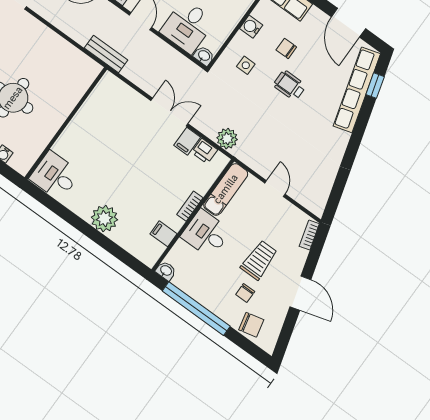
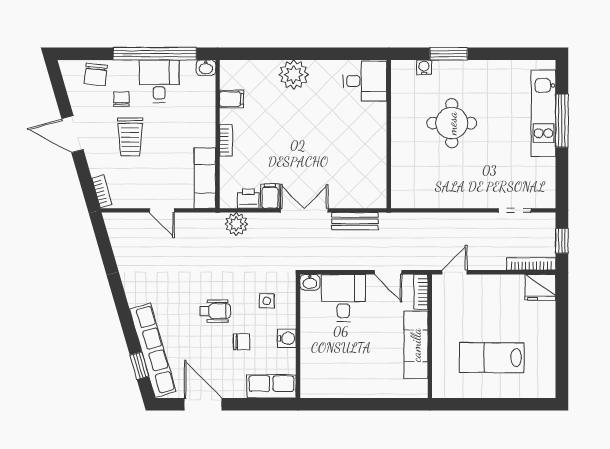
bench: (106, 54) -> (355, 221), moved
double door: (169, 112) -> (304, 210), swing flipped
desk: (206, 234) -> (159, 81), moved, turned -90
chair: (251, 325) -> (96, 75), turned -71

